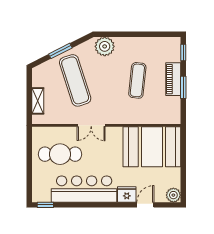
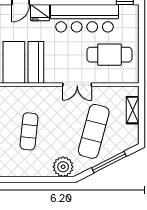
window: (60, 51) -> (109, 162), width x1.44
exercise mat: (75, 80) -> (94, 131), turned 33
double door: (91, 125) -> (77, 85), swing flipped

